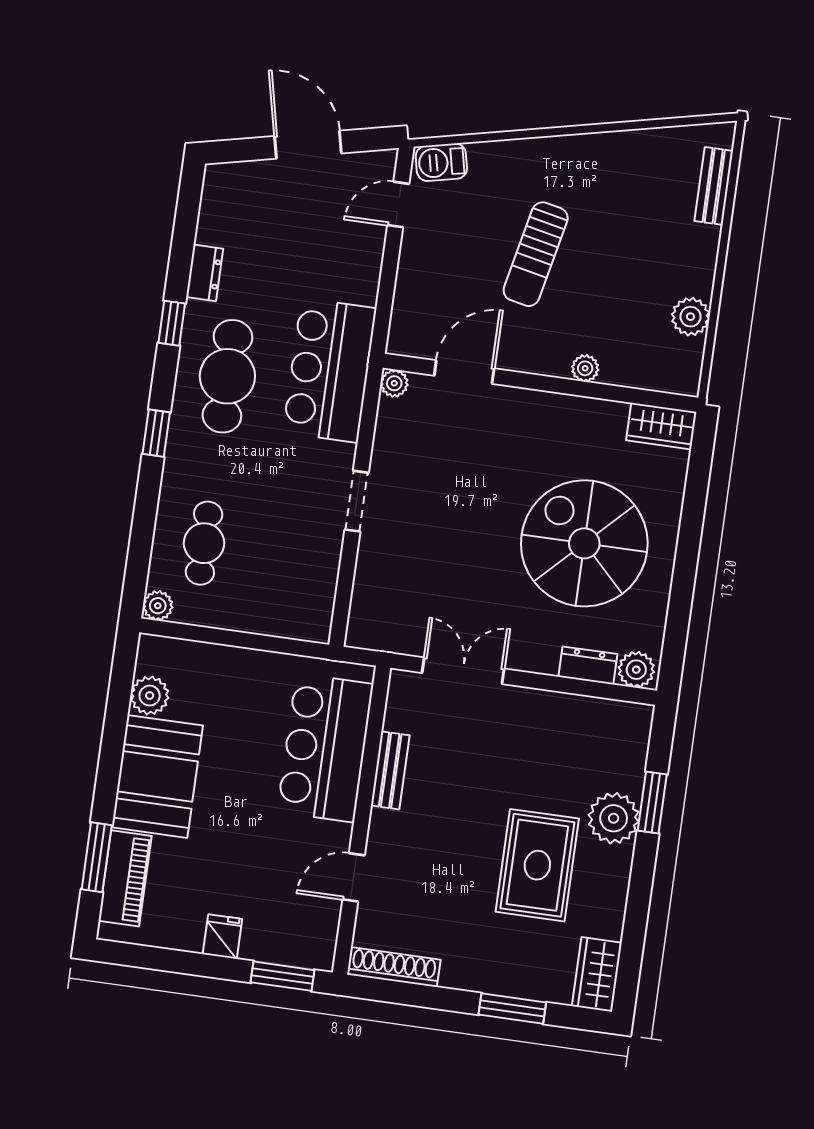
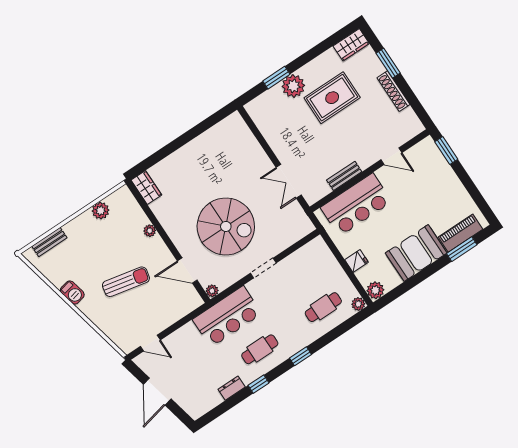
barbecue: (441, 162) -> (72, 292), moved
cafe table: (227, 376) -> (260, 349), width x0.73, depth x0.74
spiral stairs: (584, 543) -> (226, 226), moved, turned -90
dresser: (588, 665) -> (249, 141), removed
plant: (636, 670) -> (236, 123), removed
plant: (150, 696) -> (375, 290), moved
fridge: (222, 937) -> (357, 261), moved, turned 180
shoe rack: (394, 967) -> (393, 91), moved

